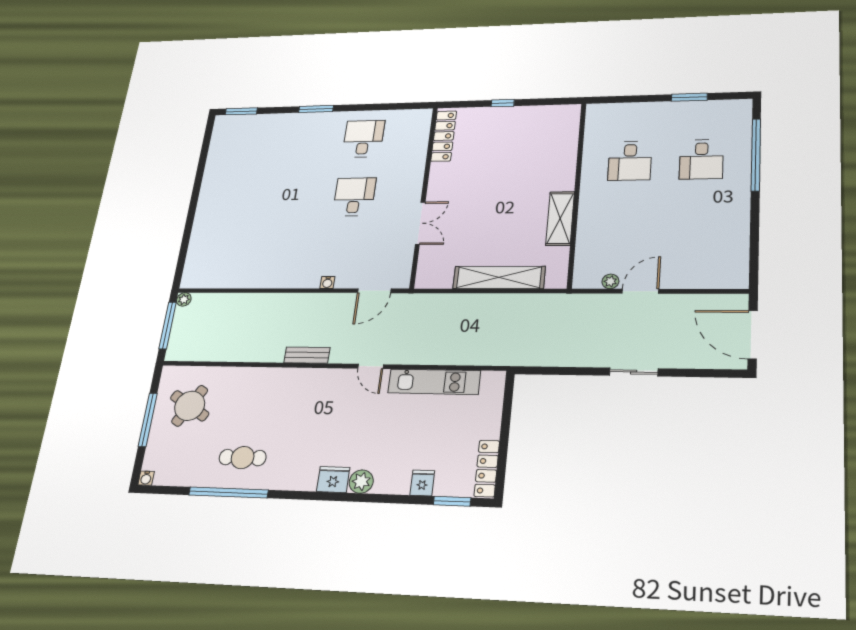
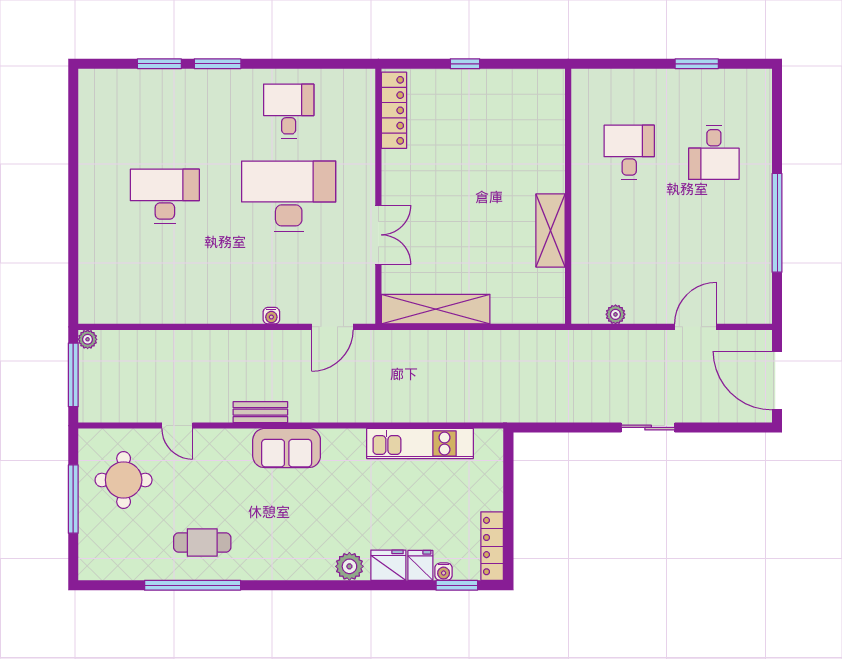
window: (241, 111) -> (159, 64), moved
window: (756, 155) -> (777, 223), moved
desk: (630, 161) -> (629, 152), turned 180
desk: (354, 197) -> (289, 196), width x1.87, depth x1.30
desk: (261, 198) -> (165, 196), added
shelving: (499, 277) -> (436, 309), moved
door: (641, 291) -> (695, 327), moved
door: (371, 366) -> (177, 426), moved
sofa: (323, 383) -> (287, 448), added
round table: (190, 406) -> (124, 480), turned -31
water cooler: (146, 478) -> (444, 572), moved
fridge: (333, 480) -> (388, 565), moved

